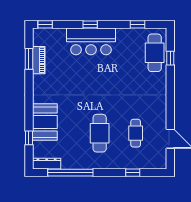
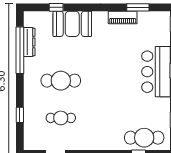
piano: (39, 60) -> (123, 17), moved
dresser: (47, 164) -> (29, 42), moved

